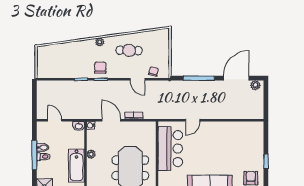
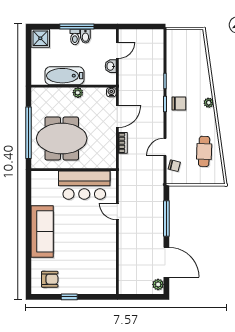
cafe table: (129, 50) -> (204, 151), moved
washbasin: (79, 126) -> (111, 66), moved

